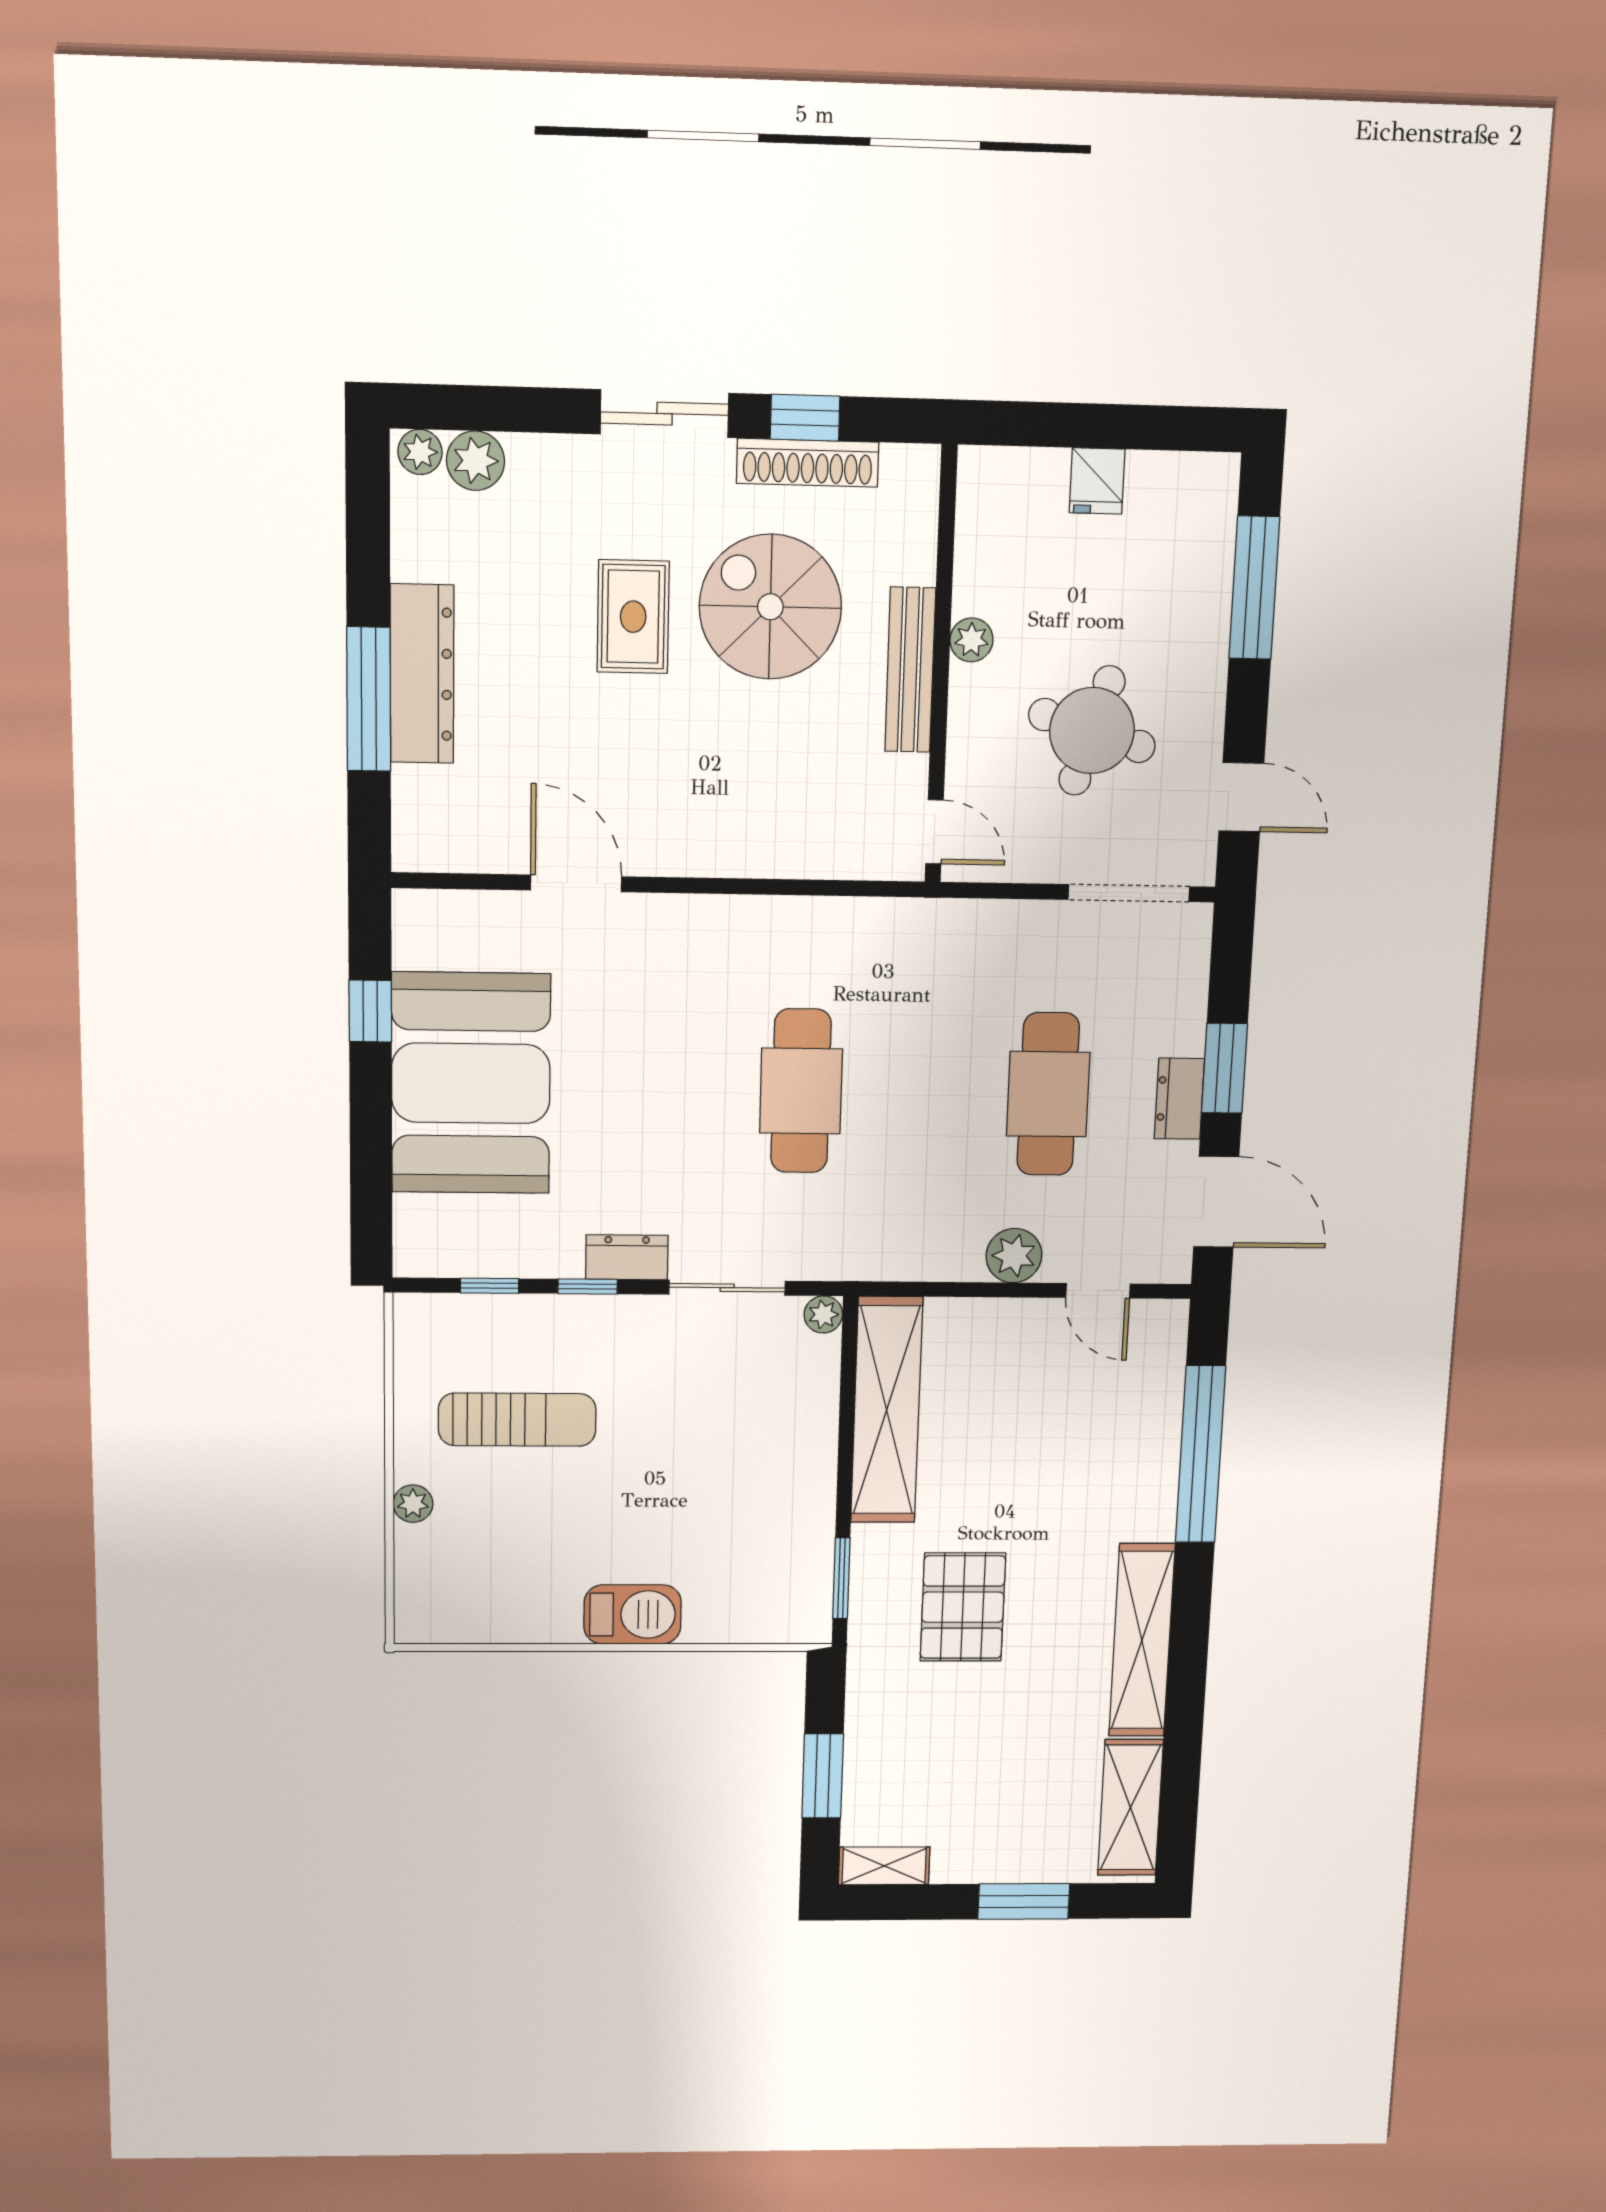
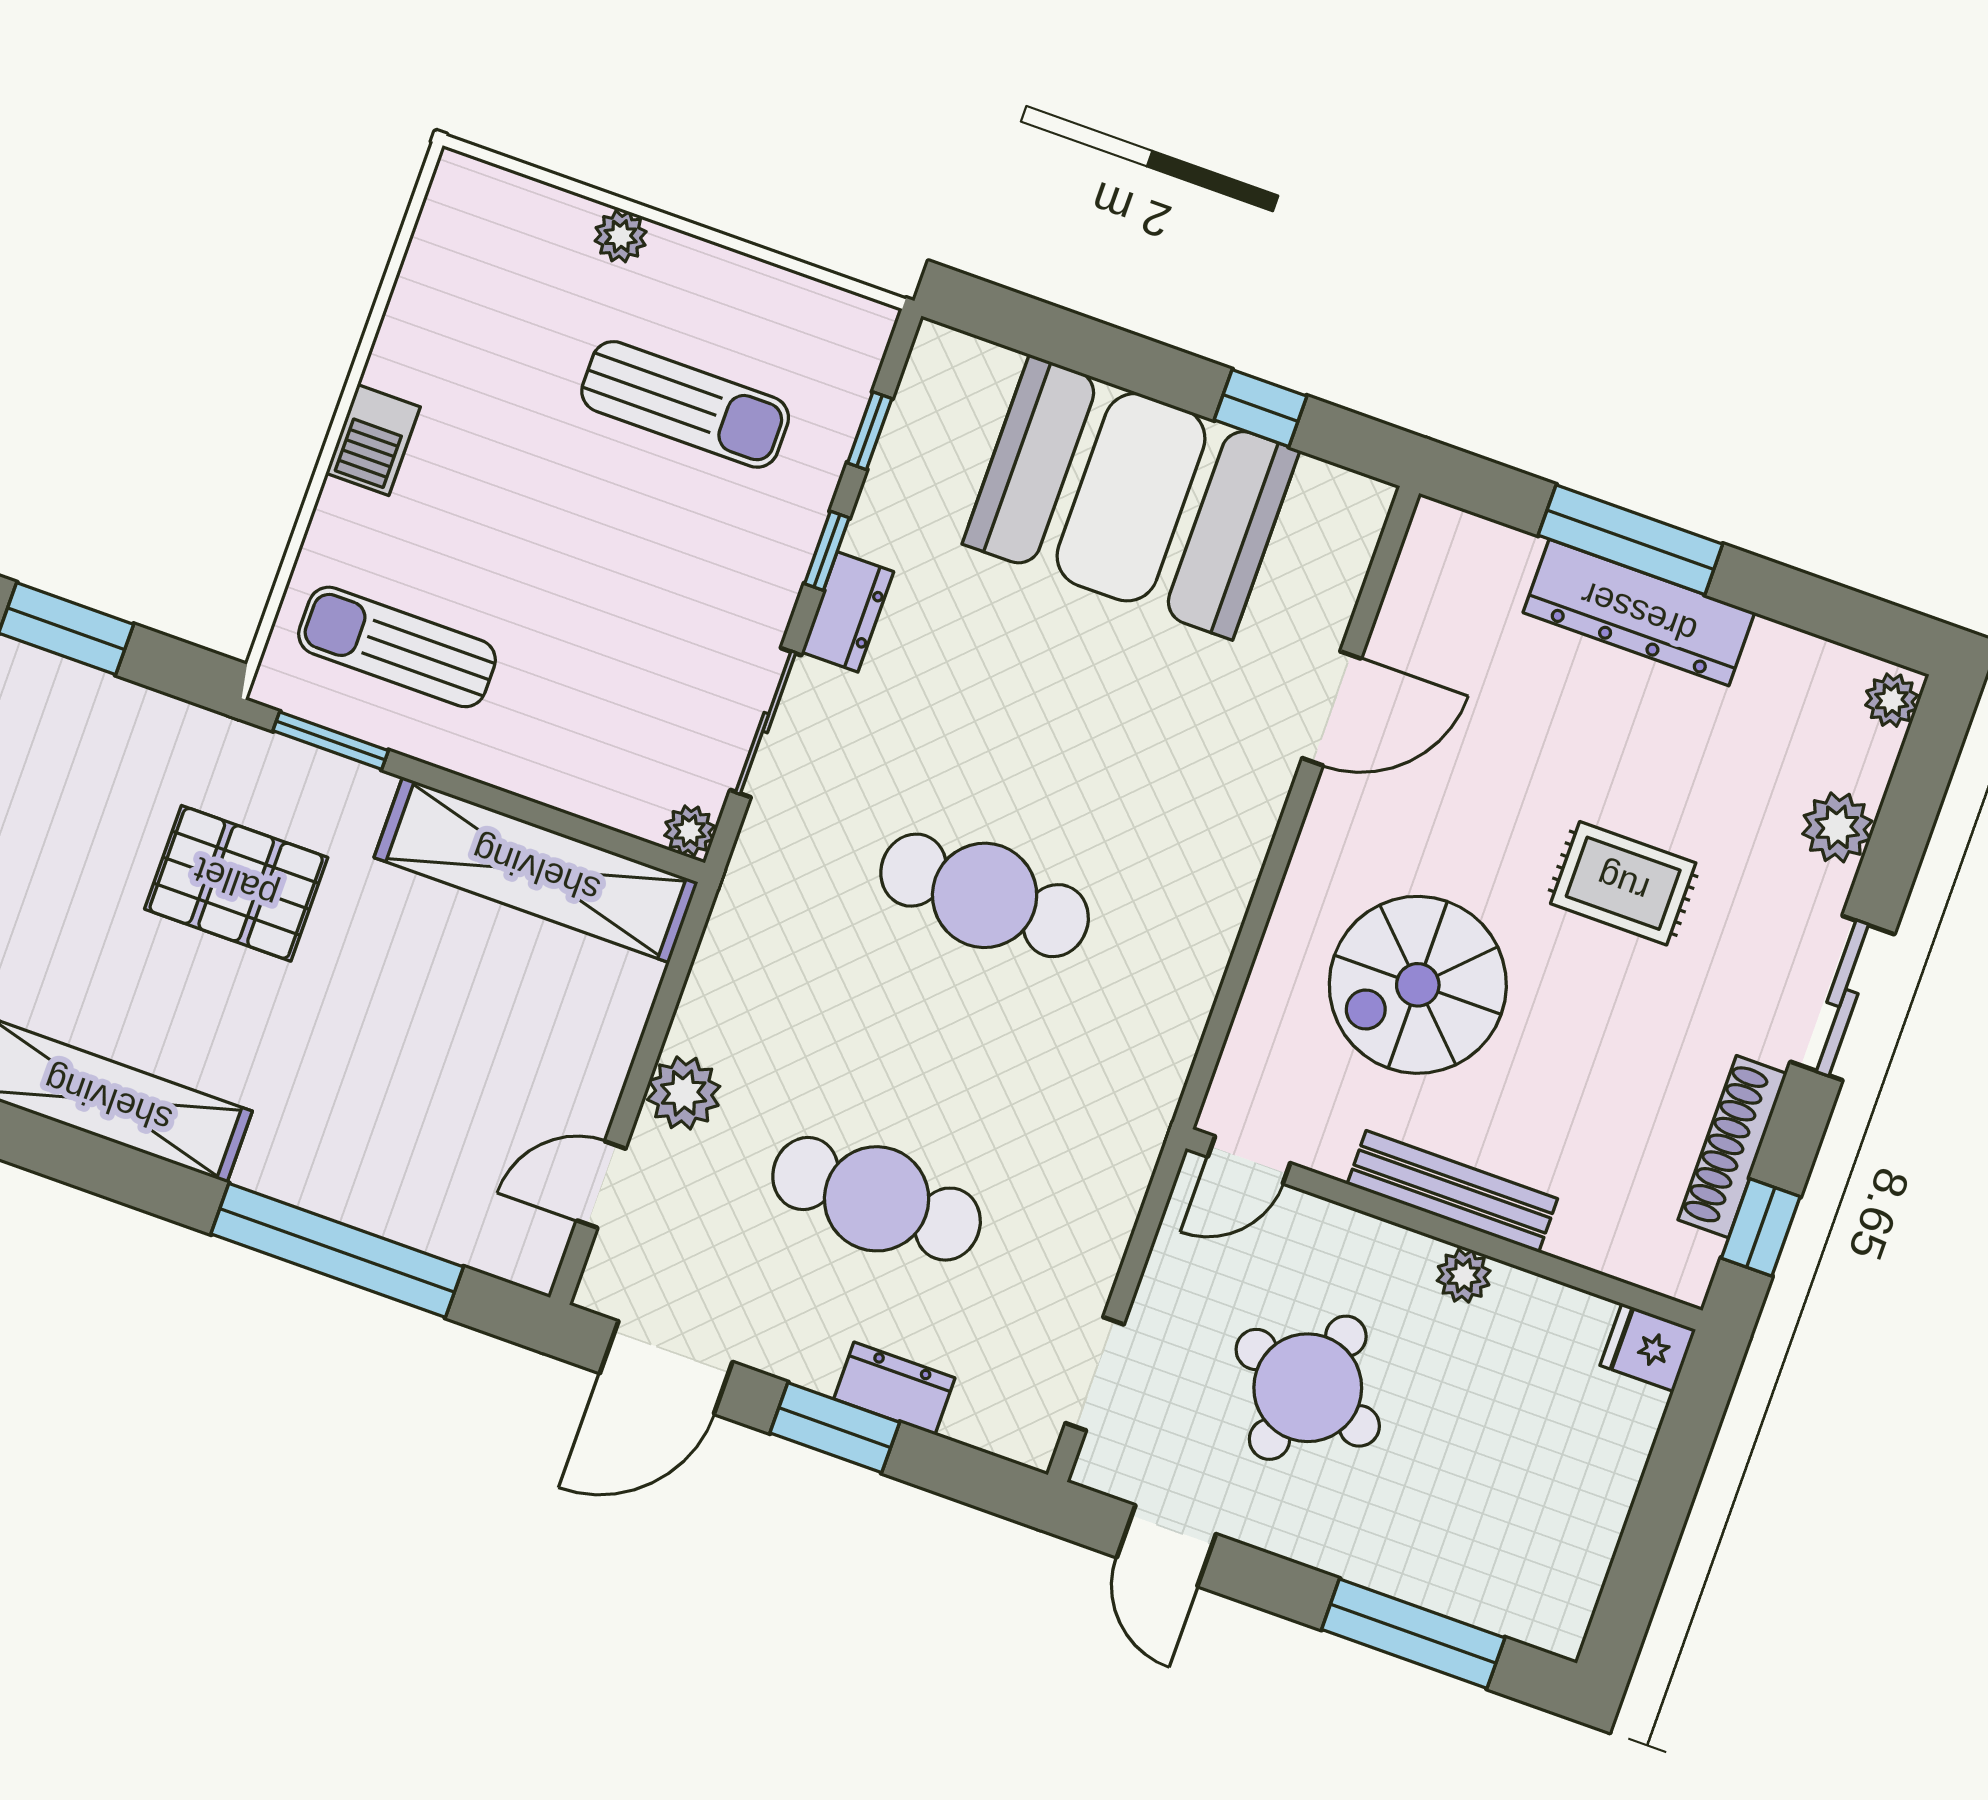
window: (805, 418) -> (1761, 1227), moved
plant: (476, 461) -> (1837, 827), moved
fridge: (1097, 481) -> (1648, 1348), moved
spiral stairs: (770, 607) -> (1418, 985), moved, turned 180
door: (1241, 797) -> (1166, 1546), hinge flipped
doorway: (1129, 893) -> (1095, 1374), width x0.73
dresser: (1179, 1099) -> (894, 1388), moved
sun lounger: (517, 1420) -> (685, 404), turned -90
sun lounger: (760, 1556) -> (397, 647), added
barbecue: (633, 1614) -> (373, 440), width x0.73, depth x0.79

